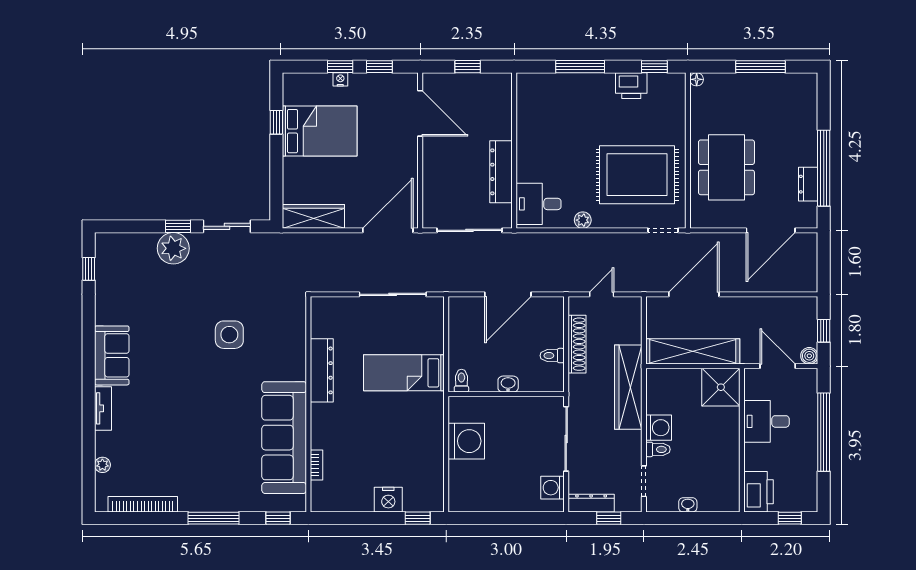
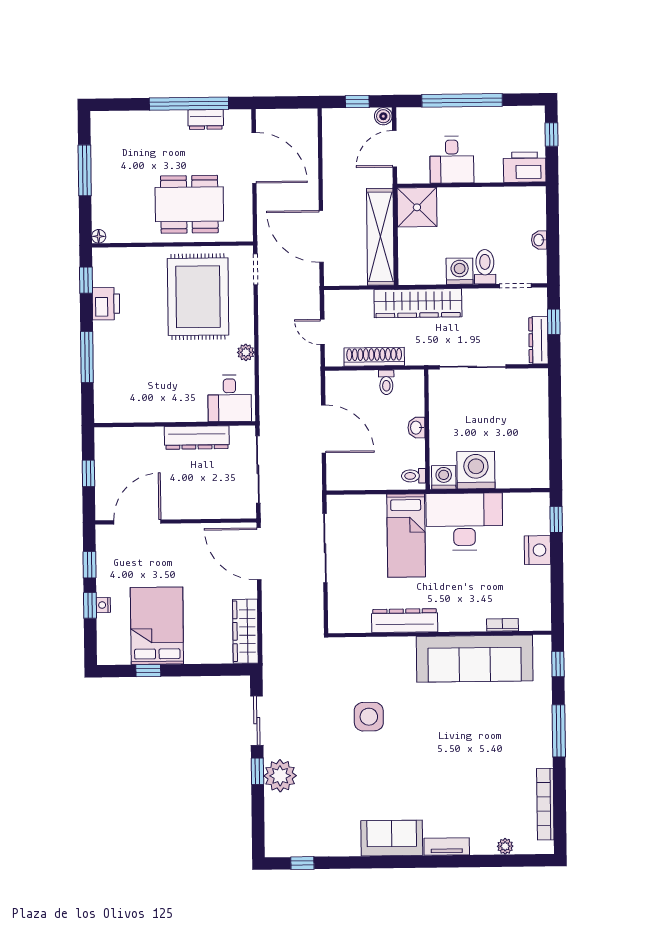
desk: (417, 429) -> (464, 522), added
toilet: (658, 449) -> (485, 267), width x1.37, depth x1.39
washing machine: (553, 488) -> (444, 477), moved, turned 180

